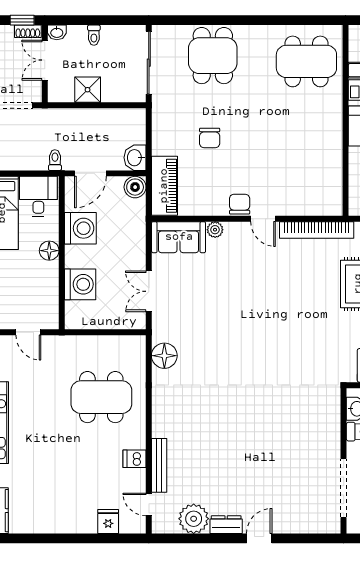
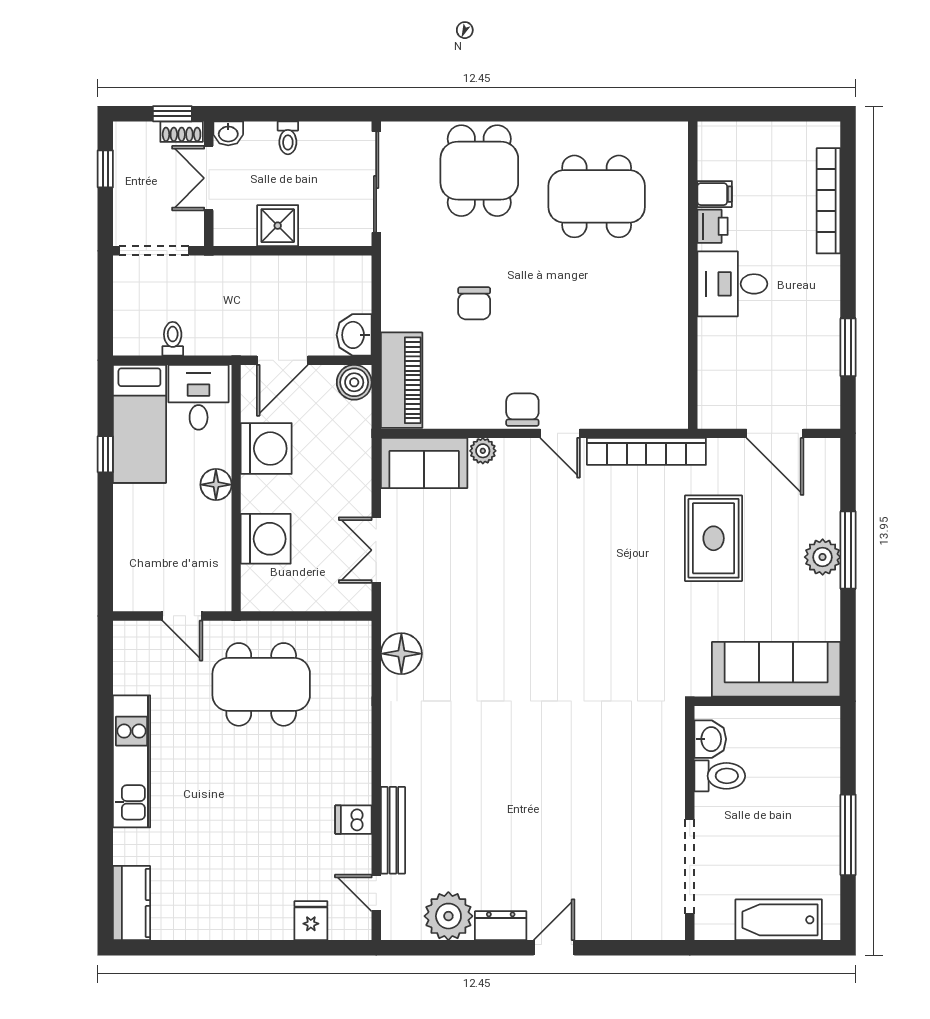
dining table: (306, 61) -> (597, 196), moved
toilet: (55, 160) -> (173, 339), moved
dining table: (101, 397) -> (261, 684), moved

